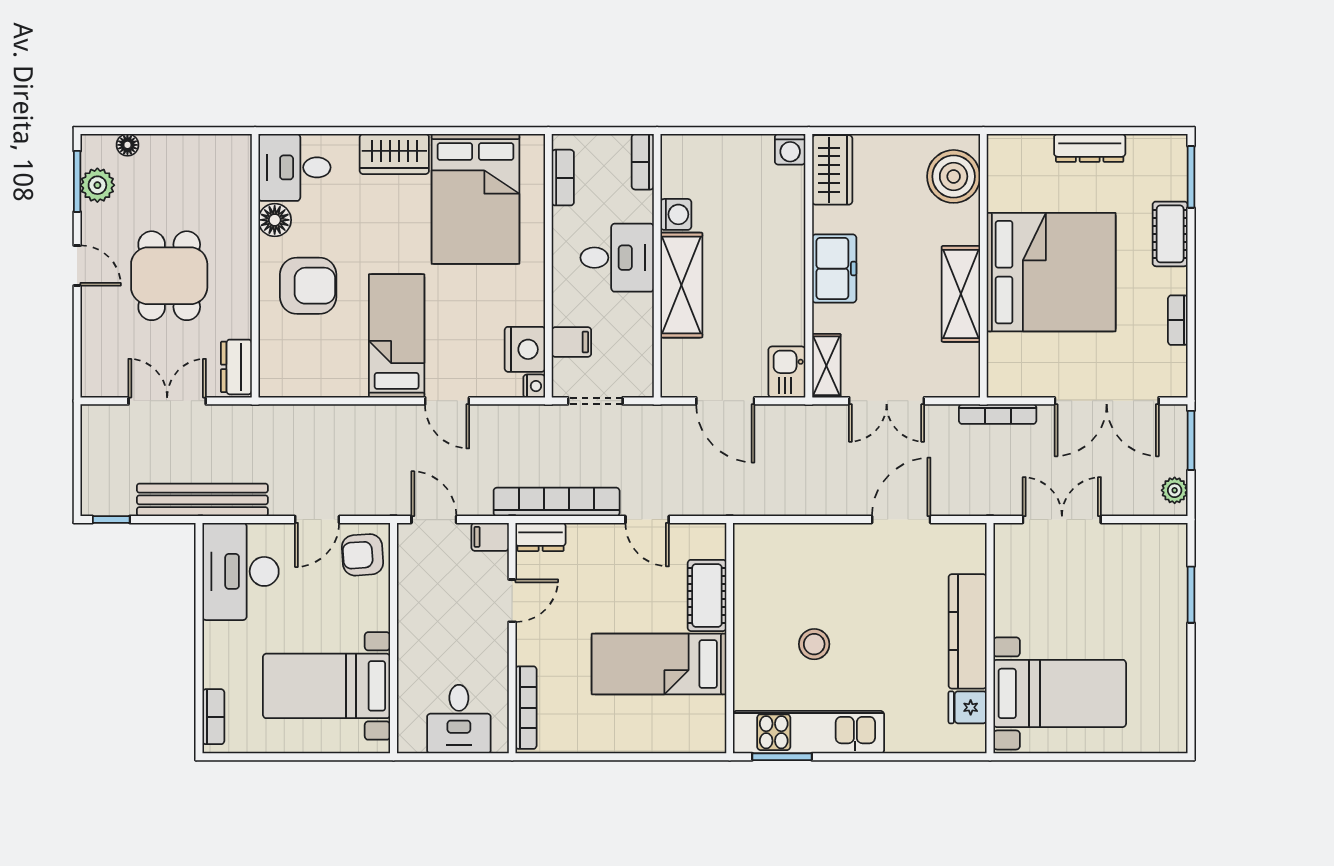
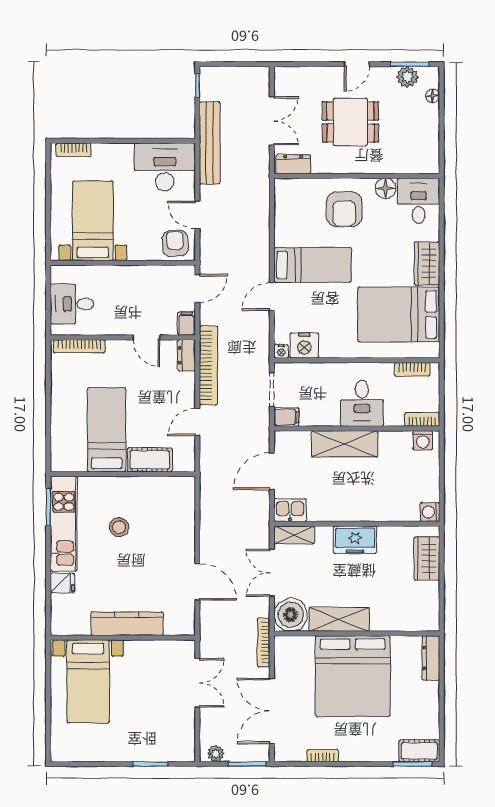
dresser: (1090, 148) -> (431, 658), moved
wardrobe: (832, 170) -> (427, 558), moved, turned 90
boiler: (954, 176) -> (291, 615), moved
washing machine: (676, 214) -> (423, 440), moved
cot: (1170, 234) -> (419, 751), moved
filing cabinet: (571, 342) -> (286, 417), moved, turned -90
fridge: (968, 707) -> (62, 583), moved, turned 90

